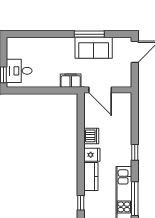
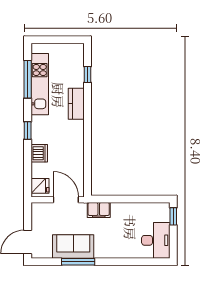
desk: (19, 71) -> (156, 240), moved, width x1.37
dishwasher: (91, 136) -> (39, 153), moved, turned 180
fridge: (92, 155) -> (40, 186), moved, turned 180

